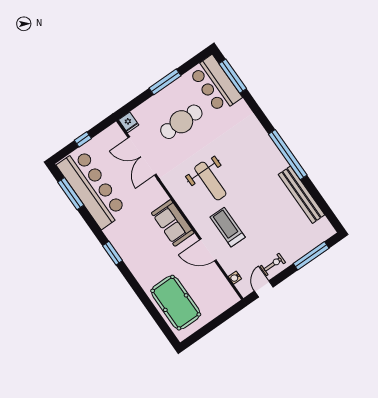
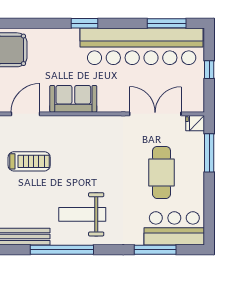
window: (233, 76) -> (155, 250), moved
window: (165, 82) -> (209, 153), moved
weight bench: (210, 181) -> (82, 214), moved
bar counter: (92, 188) -> (142, 46), width x1.36
treadmill: (228, 227) -> (29, 161), moved

